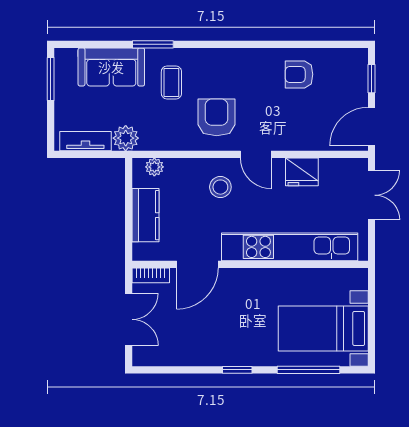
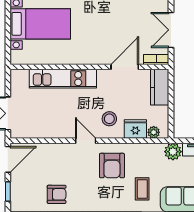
fridge: (302, 172) -> (135, 129), moved
kitchen counter: (145, 215) -> (160, 87), moved
kitchen unit: (290, 247) -> (63, 79), width x0.73

